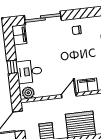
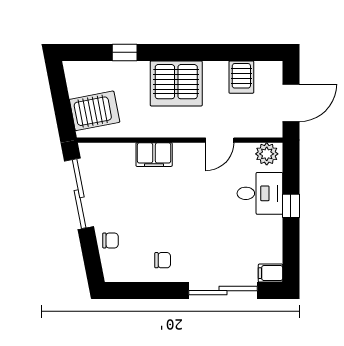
filing cabinet: (19, 35) -> (270, 273), width x0.50
door: (69, 95) -> (220, 140), moved

